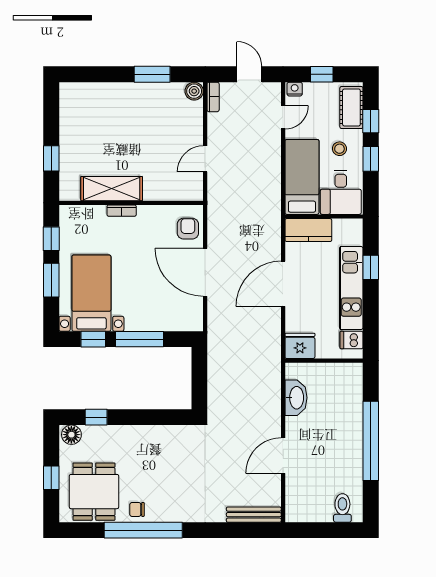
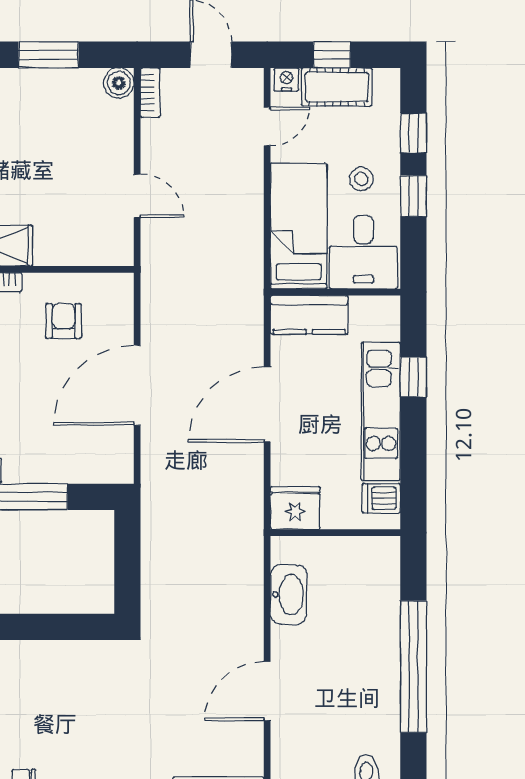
cot: (351, 107) -> (337, 87), moved, turned 90
door: (205, 159) -> (137, 196), swing flipped
armchair: (188, 229) -> (64, 321), moved
door: (205, 272) -> (137, 385), hinge flipped

